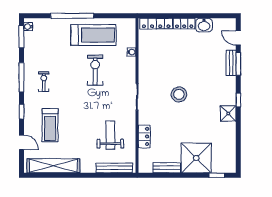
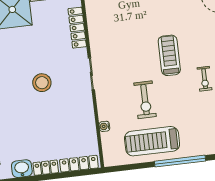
treadmill: (50, 125) -> (169, 55), moved
weight bench: (110, 135) -> (118, 25), removed
locker: (144, 136) -> (77, 28), width x1.53

